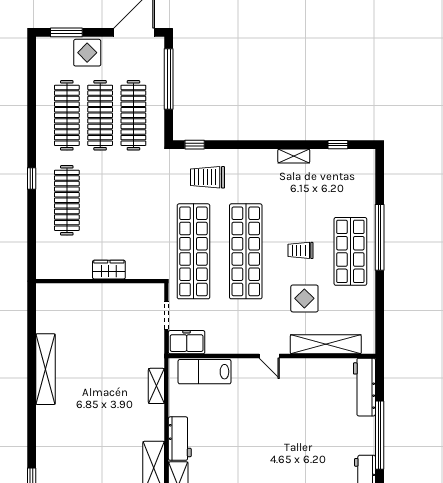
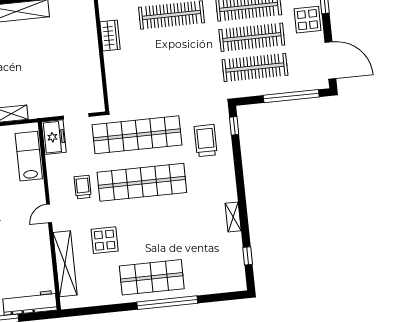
trolley: (300, 250) -> (83, 187), moved
wardrobe: (109, 270) -> (110, 36), moved

